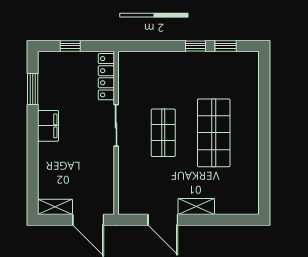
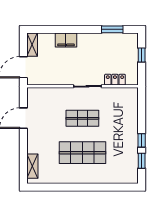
locker: (106, 77) -> (115, 80), width x0.66
filing cabinet: (48, 126) -> (66, 40), moved
shelving: (196, 206) -> (32, 166), moved

